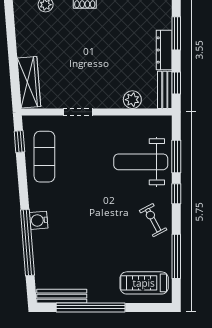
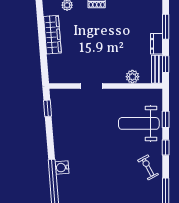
dresser: (164, 50) -> (156, 44), width x0.70
wardrobe: (29, 82) -> (52, 35), moved
window: (176, 156) -> (166, 119), width x0.67
exercise mat: (44, 157) -> (66, 120), removed

